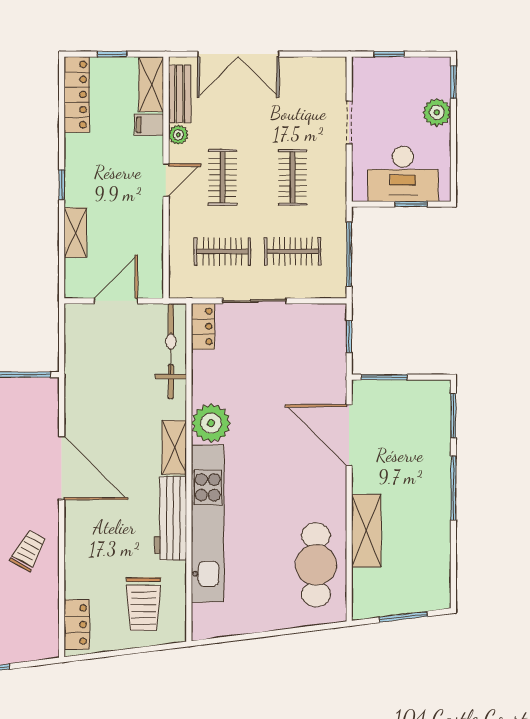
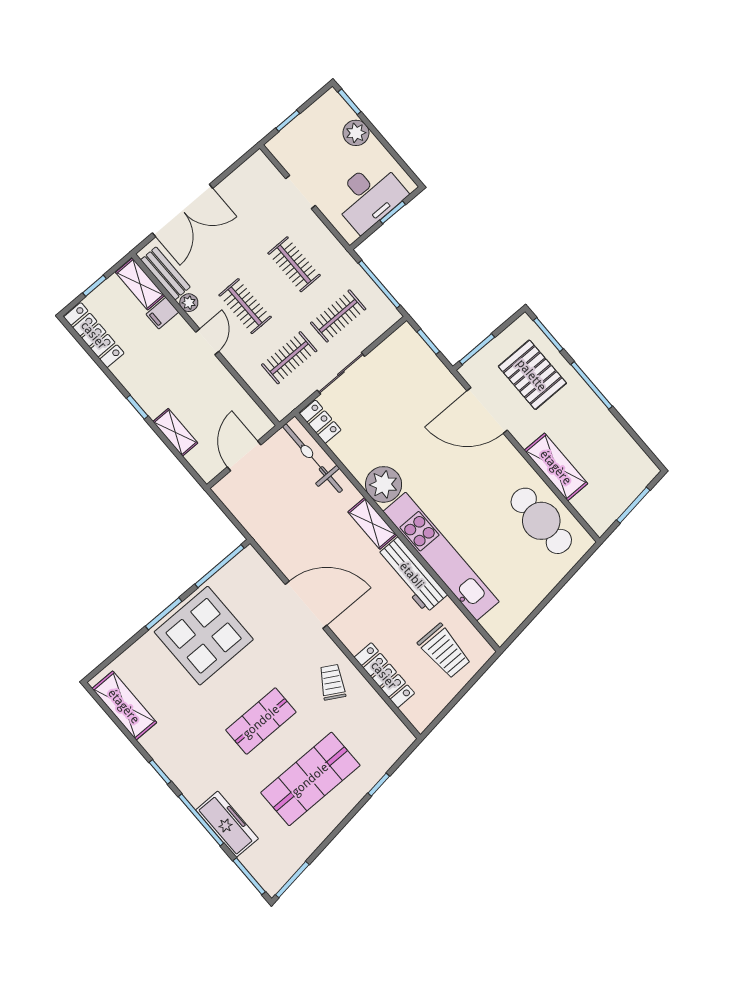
pallet: (412, 438) -> (532, 375), added
locker: (77, 625) -> (384, 675), moved, width x1.53

